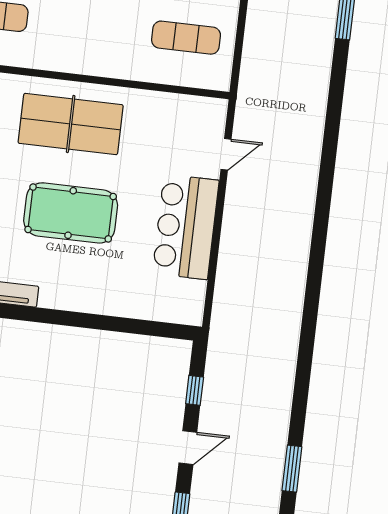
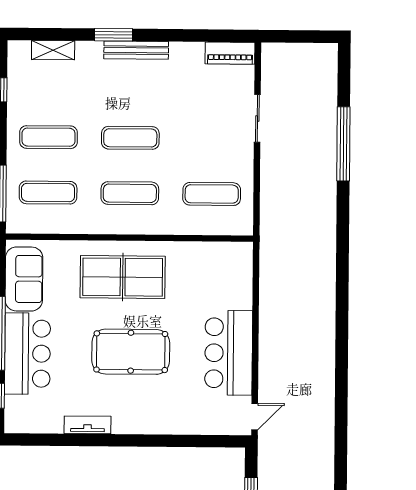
exercise mat: (90, 26) -> (130, 193), added
door: (226, 154) -> (255, 417), moved

